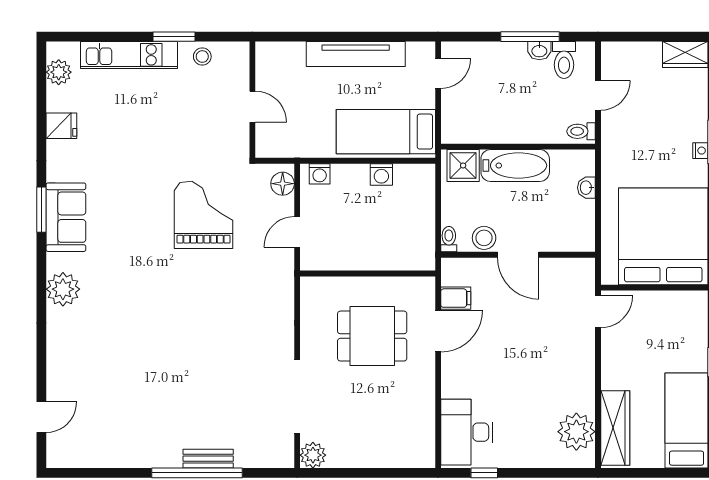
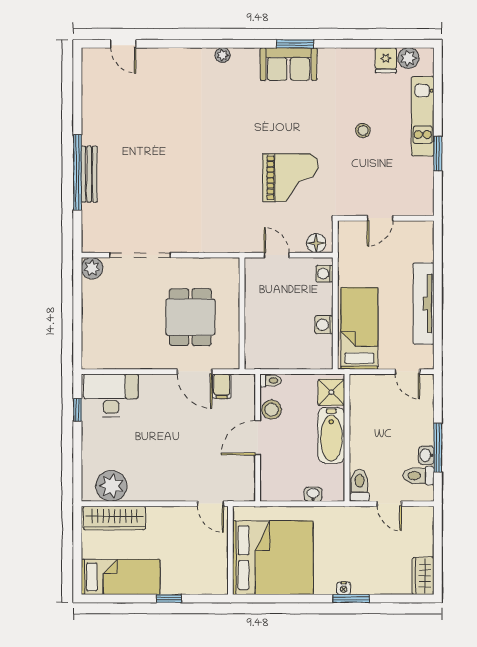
stool: (202, 56) -> (363, 130), moved
fridge: (61, 126) -> (386, 60), moved
toilet: (581, 131) -> (360, 485), width x1.37, depth x1.39
plant: (63, 289) -> (223, 55), width x0.53, depth x0.53
bench: (208, 459) -> (89, 174), width x1.36

